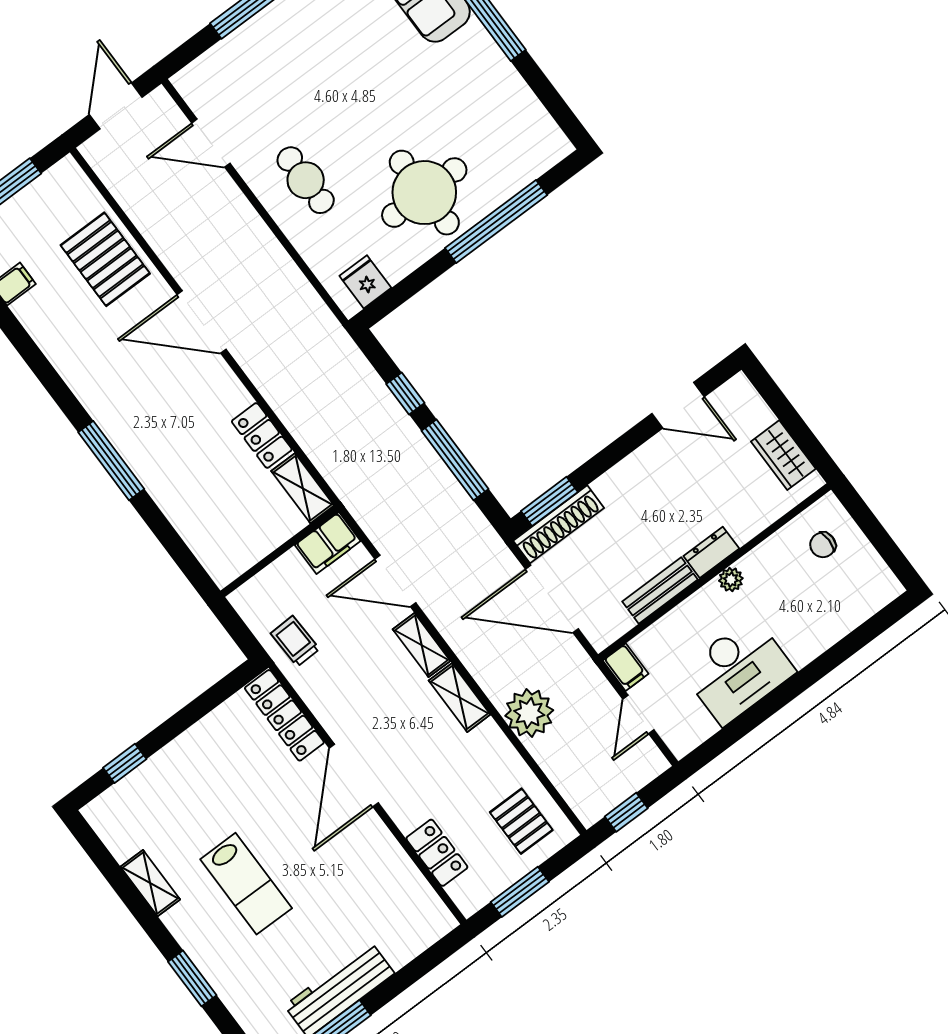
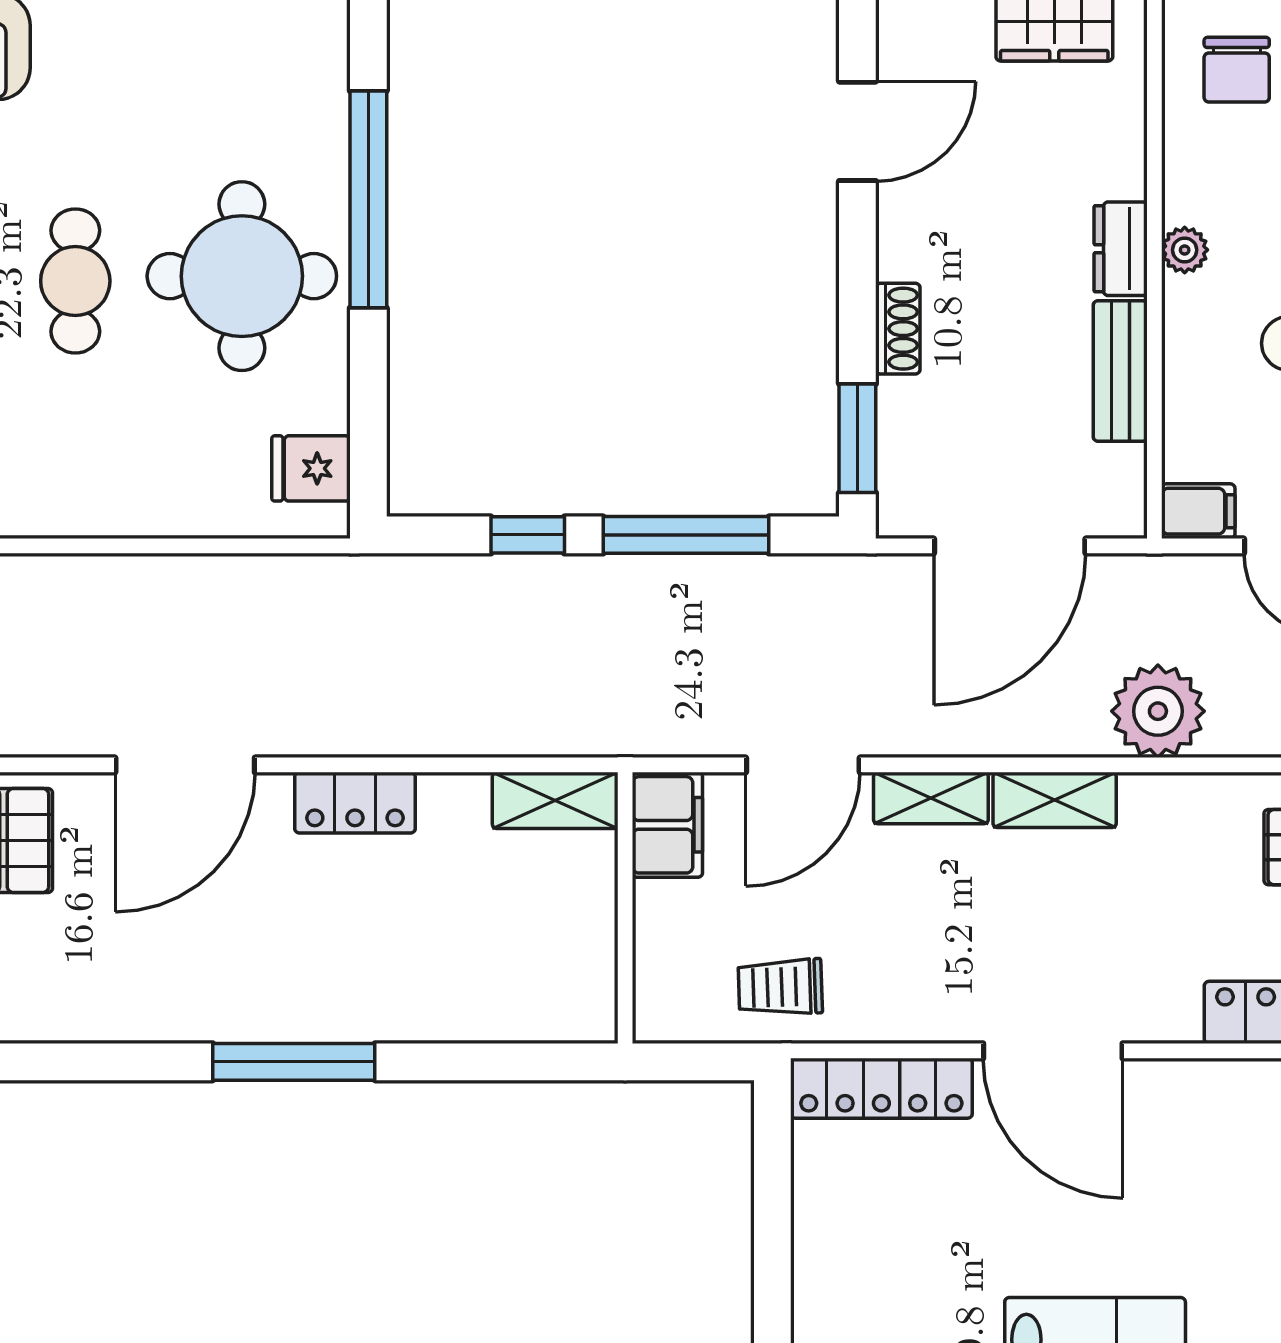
cafe table: (306, 180) -> (75, 281), moved, turned 90
locker: (262, 435) -> (355, 803), moved
shoe rack: (559, 524) -> (898, 329), moved, width x0.51, depth x0.81
chair: (823, 545) -> (1237, 70), width x1.37, depth x1.37

